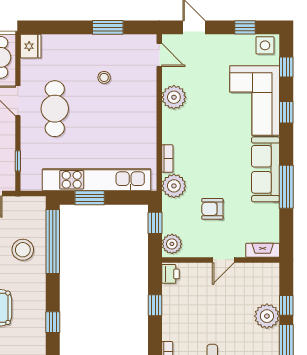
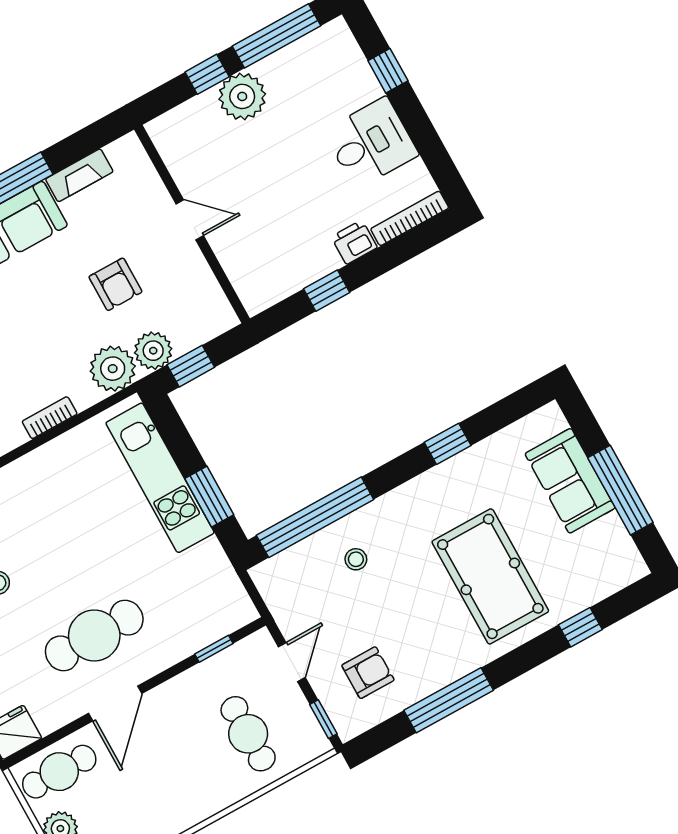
bookcase: (167, 159) -> (50, 418), moved
kitchen unit: (97, 180) -> (160, 478), width x0.73
plant: (172, 244) -> (153, 351), moved
stool: (23, 250) -> (356, 559), width x0.53, depth x0.53
fireplace: (263, 250) -> (79, 175), moved, turned -90
printer: (170, 274) -> (354, 242), moved

